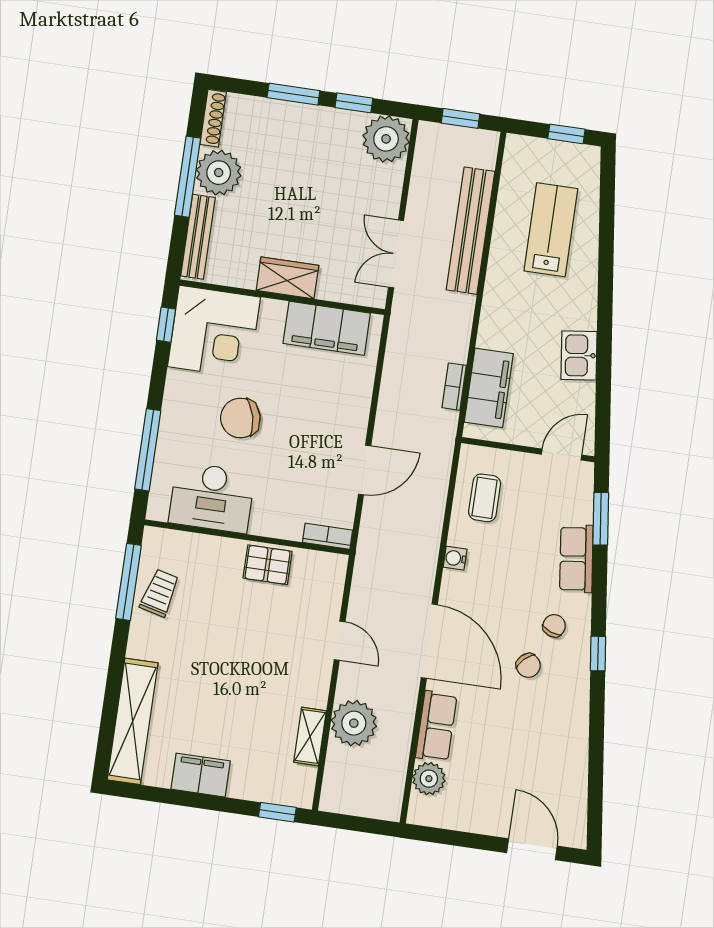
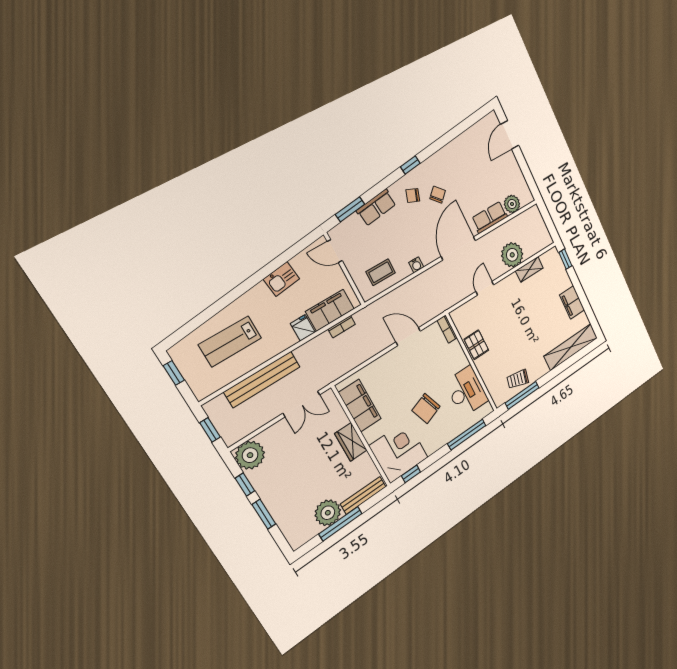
shoe rack: (213, 118) -> (305, 537), removed
fridge: (494, 334) -> (303, 328), added
chair: (240, 418) -> (426, 408), turned 84

